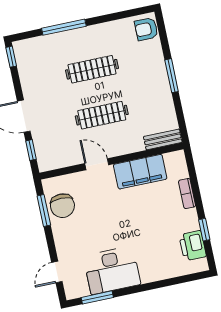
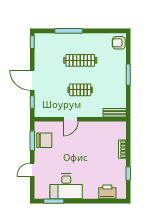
clothes rail: (102, 115) -> (80, 90), width x0.73
door: (97, 164) -> (71, 119), swing flipped
filing cabinet: (140, 172) -> (96, 130), removed
chair: (62, 206) -> (44, 140), turned -90
printer: (193, 246) -> (107, 192), moved, turned 90
door: (57, 272) -> (32, 170), moved

